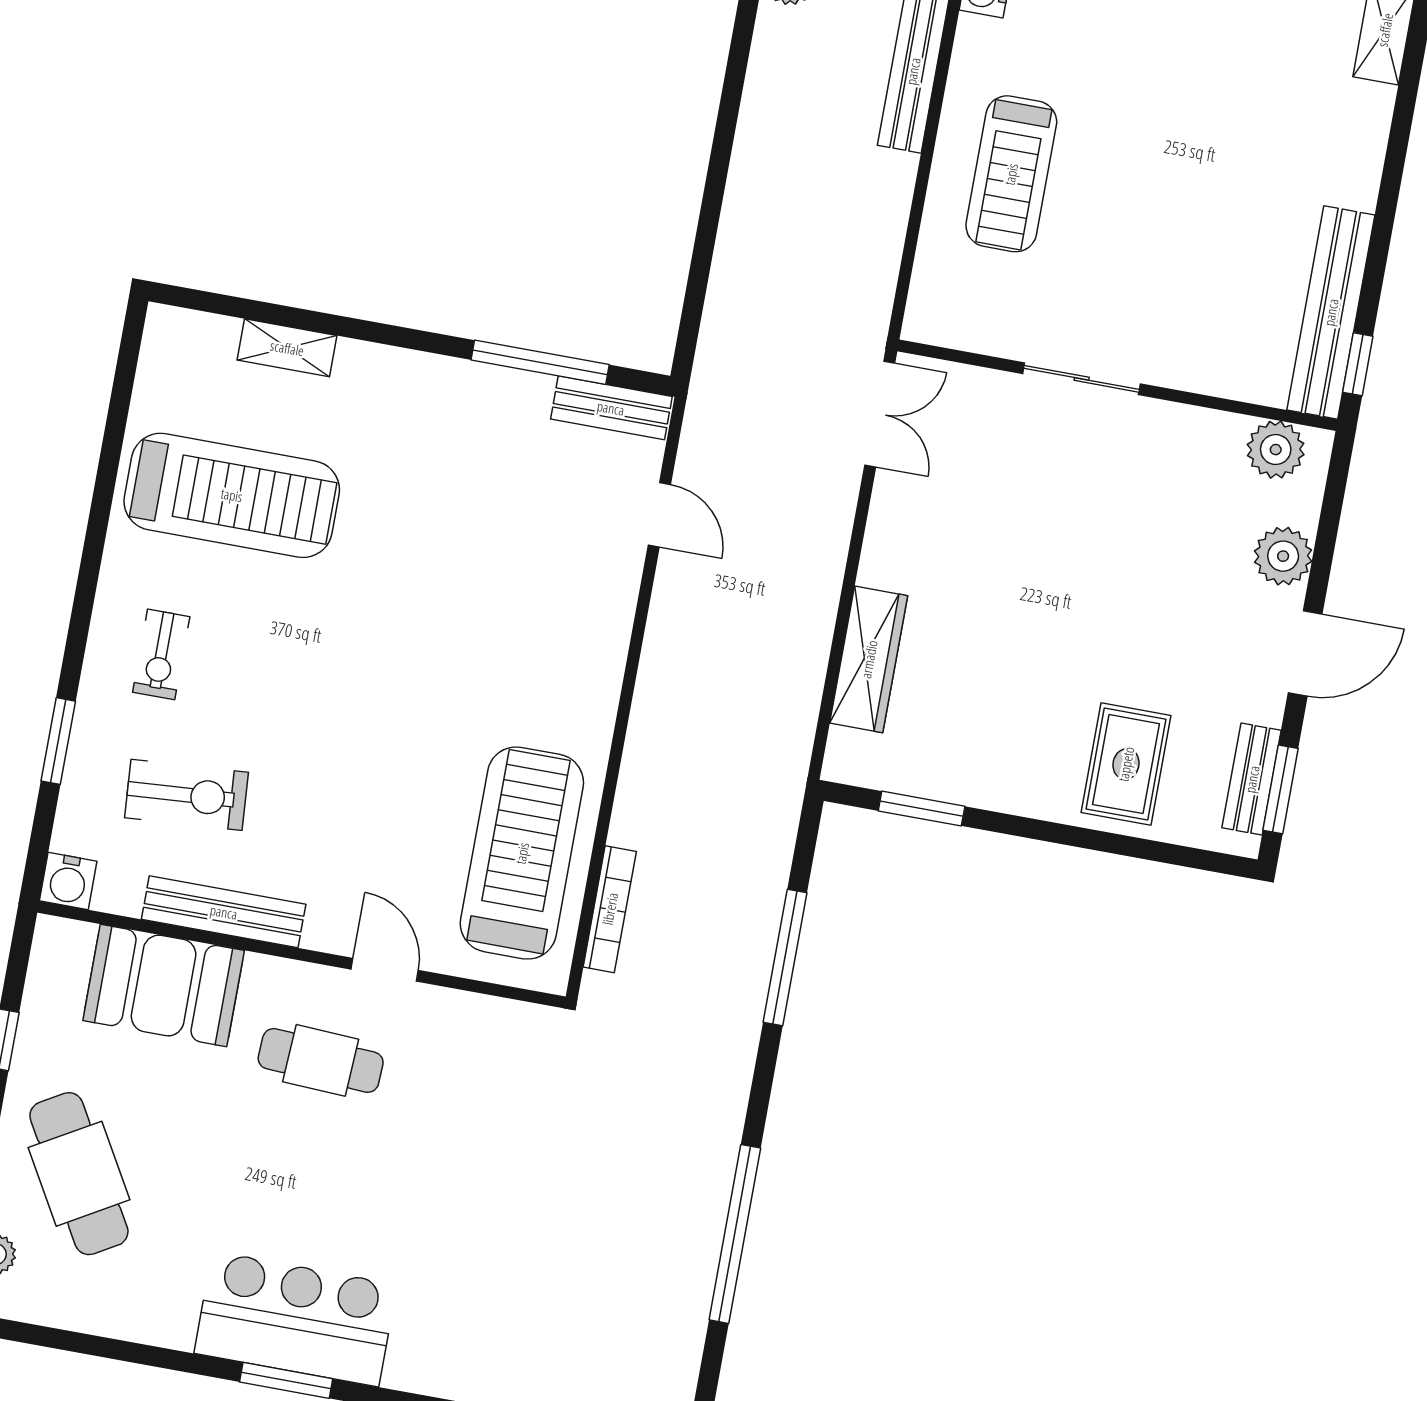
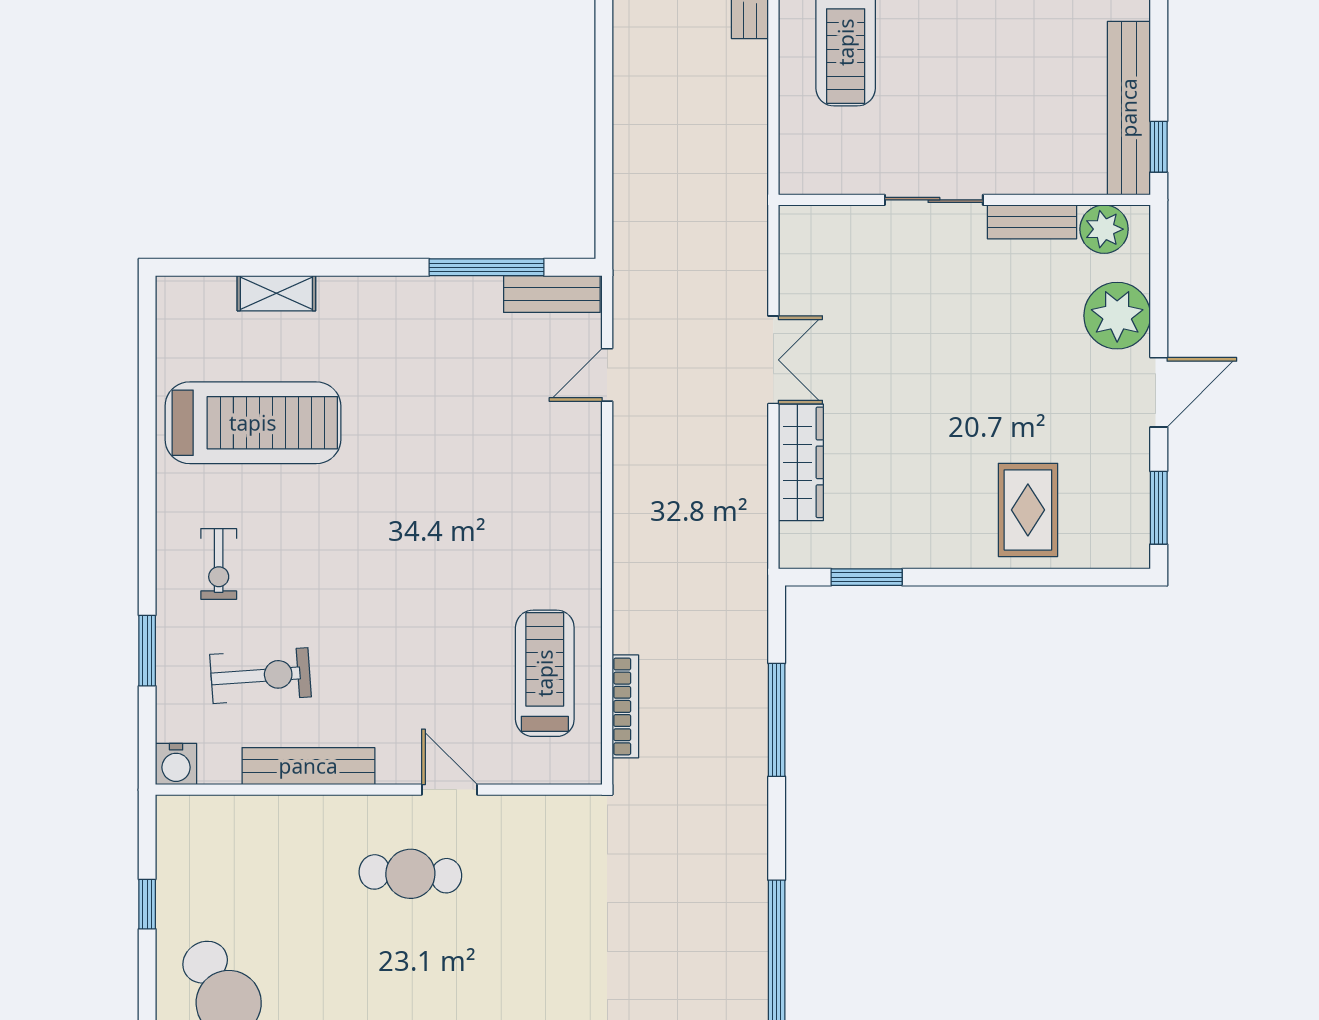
double door: (880, 414) -> (773, 360), moved
door: (659, 515) -> (607, 375), swing flipped
plant: (1283, 556) -> (1117, 316), width x1.36, depth x1.36
bench: (1252, 779) -> (1032, 222), moved, turned 90
treadmill: (522, 853) -> (545, 673), width x0.73, depth x0.73
booth: (164, 985) -> (270, 836), removed

